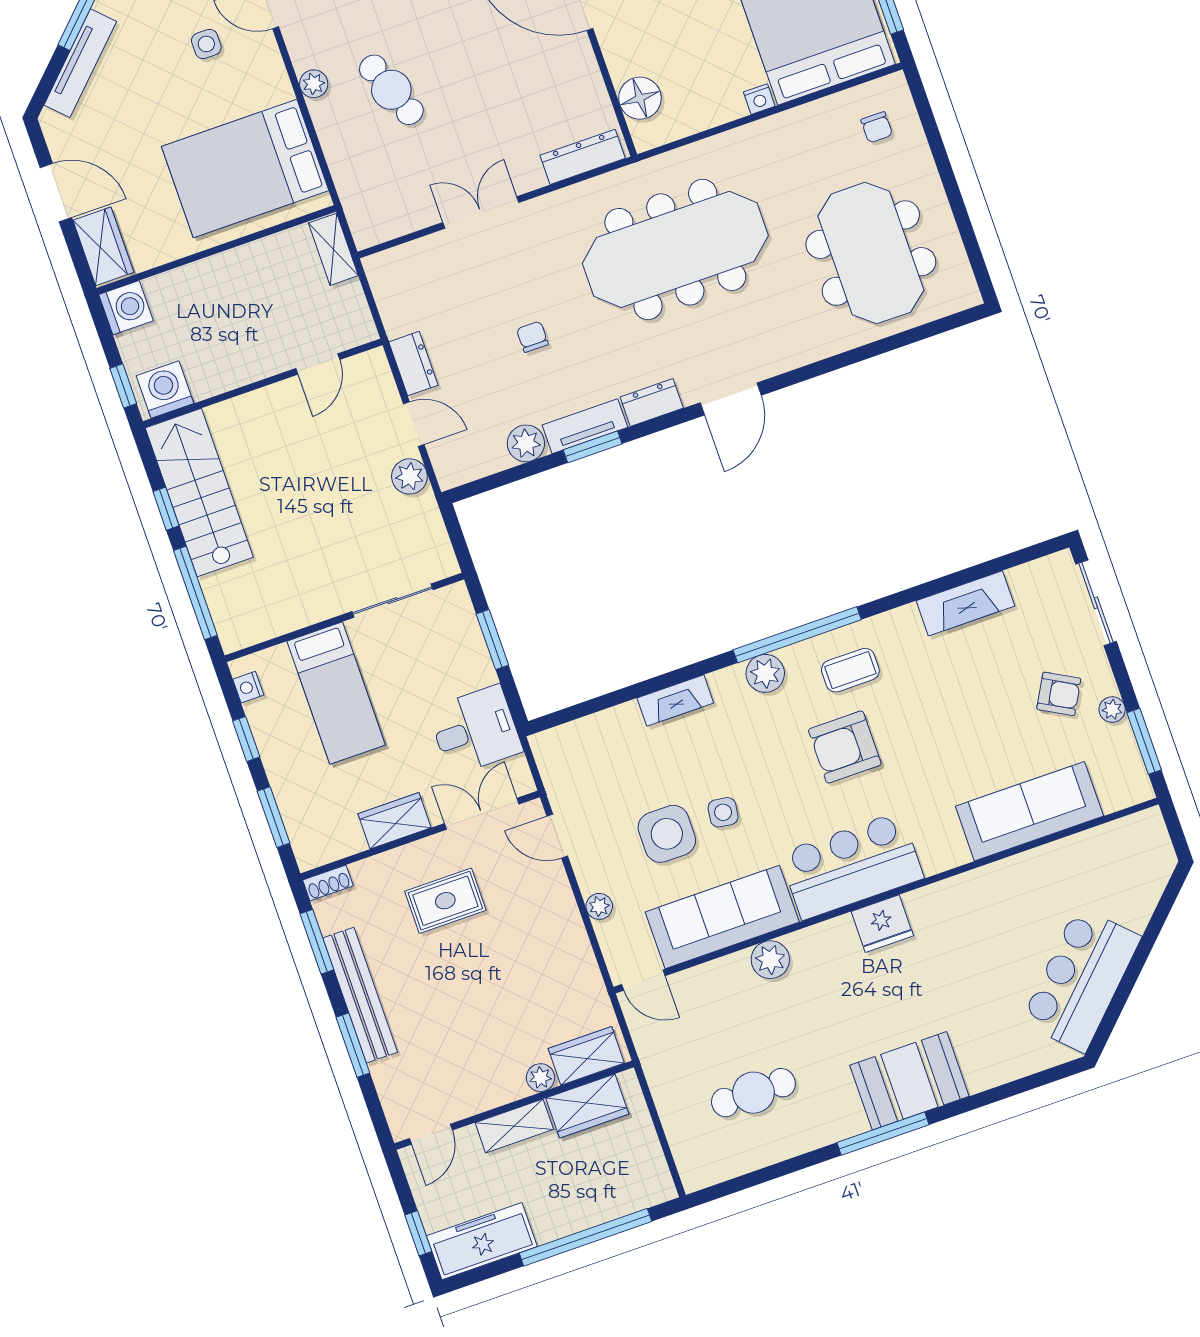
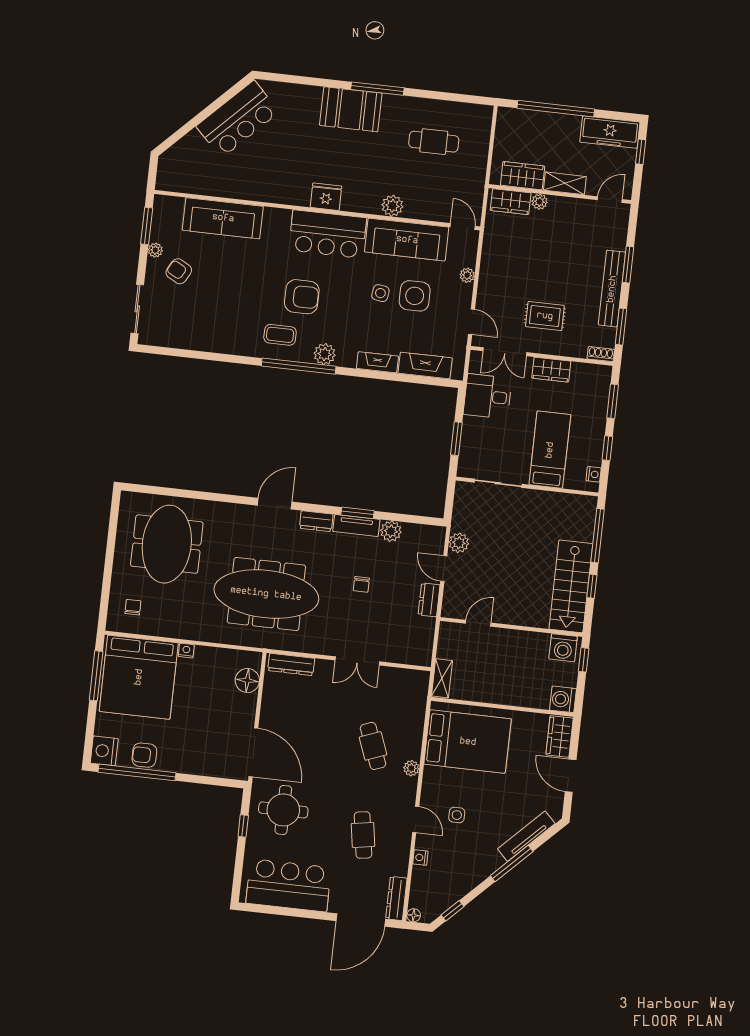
fireplace: (965, 603) -> (425, 366), moved

